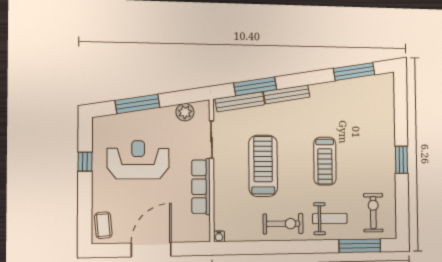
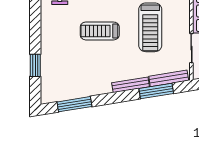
window: (401, 160) -> (35, 65), moved
treadmill: (325, 161) -> (100, 31), turned -90

